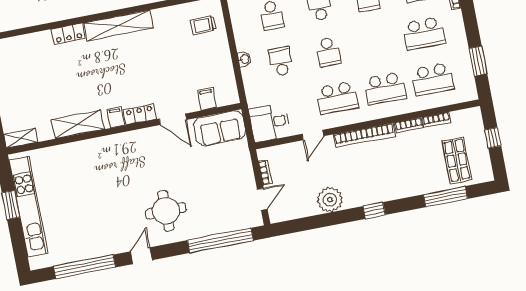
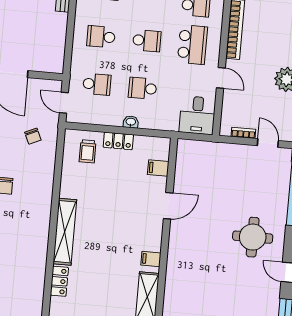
locker: (140, 114) -> (118, 141), moved, turned -90
sofa: (220, 128) -> (189, 164), removed

